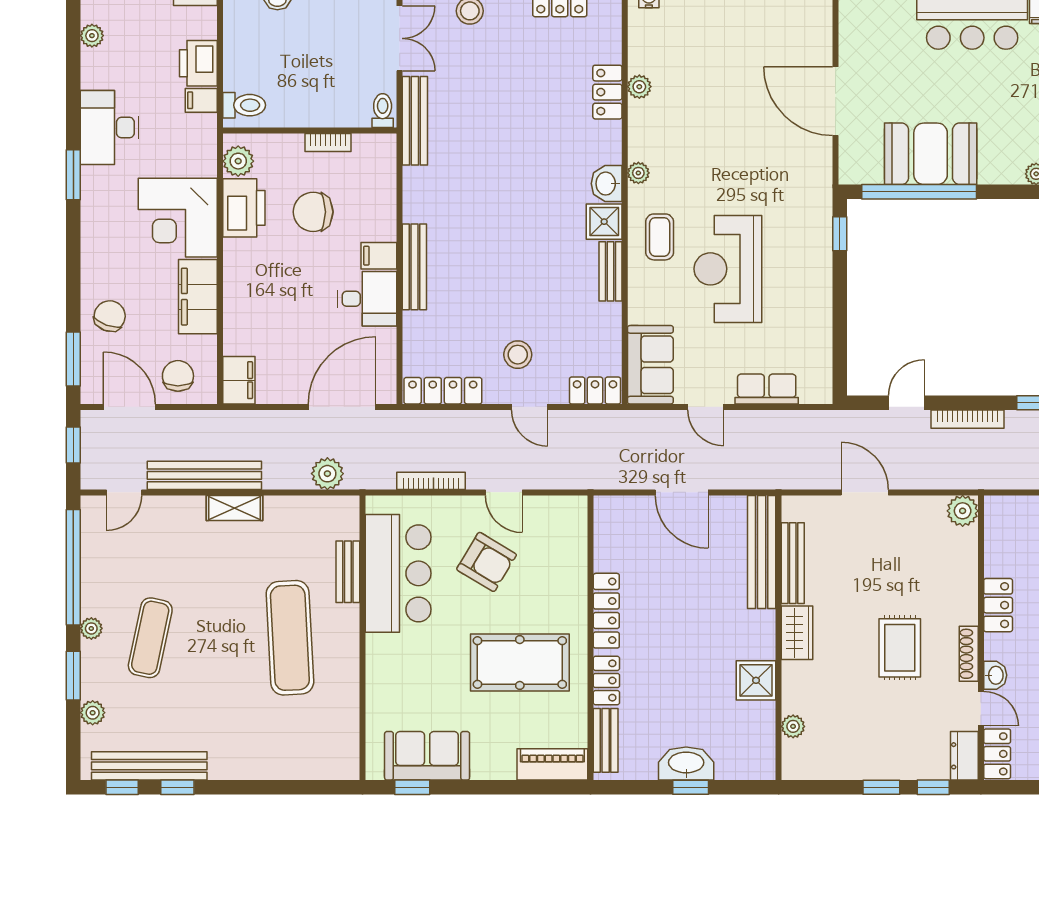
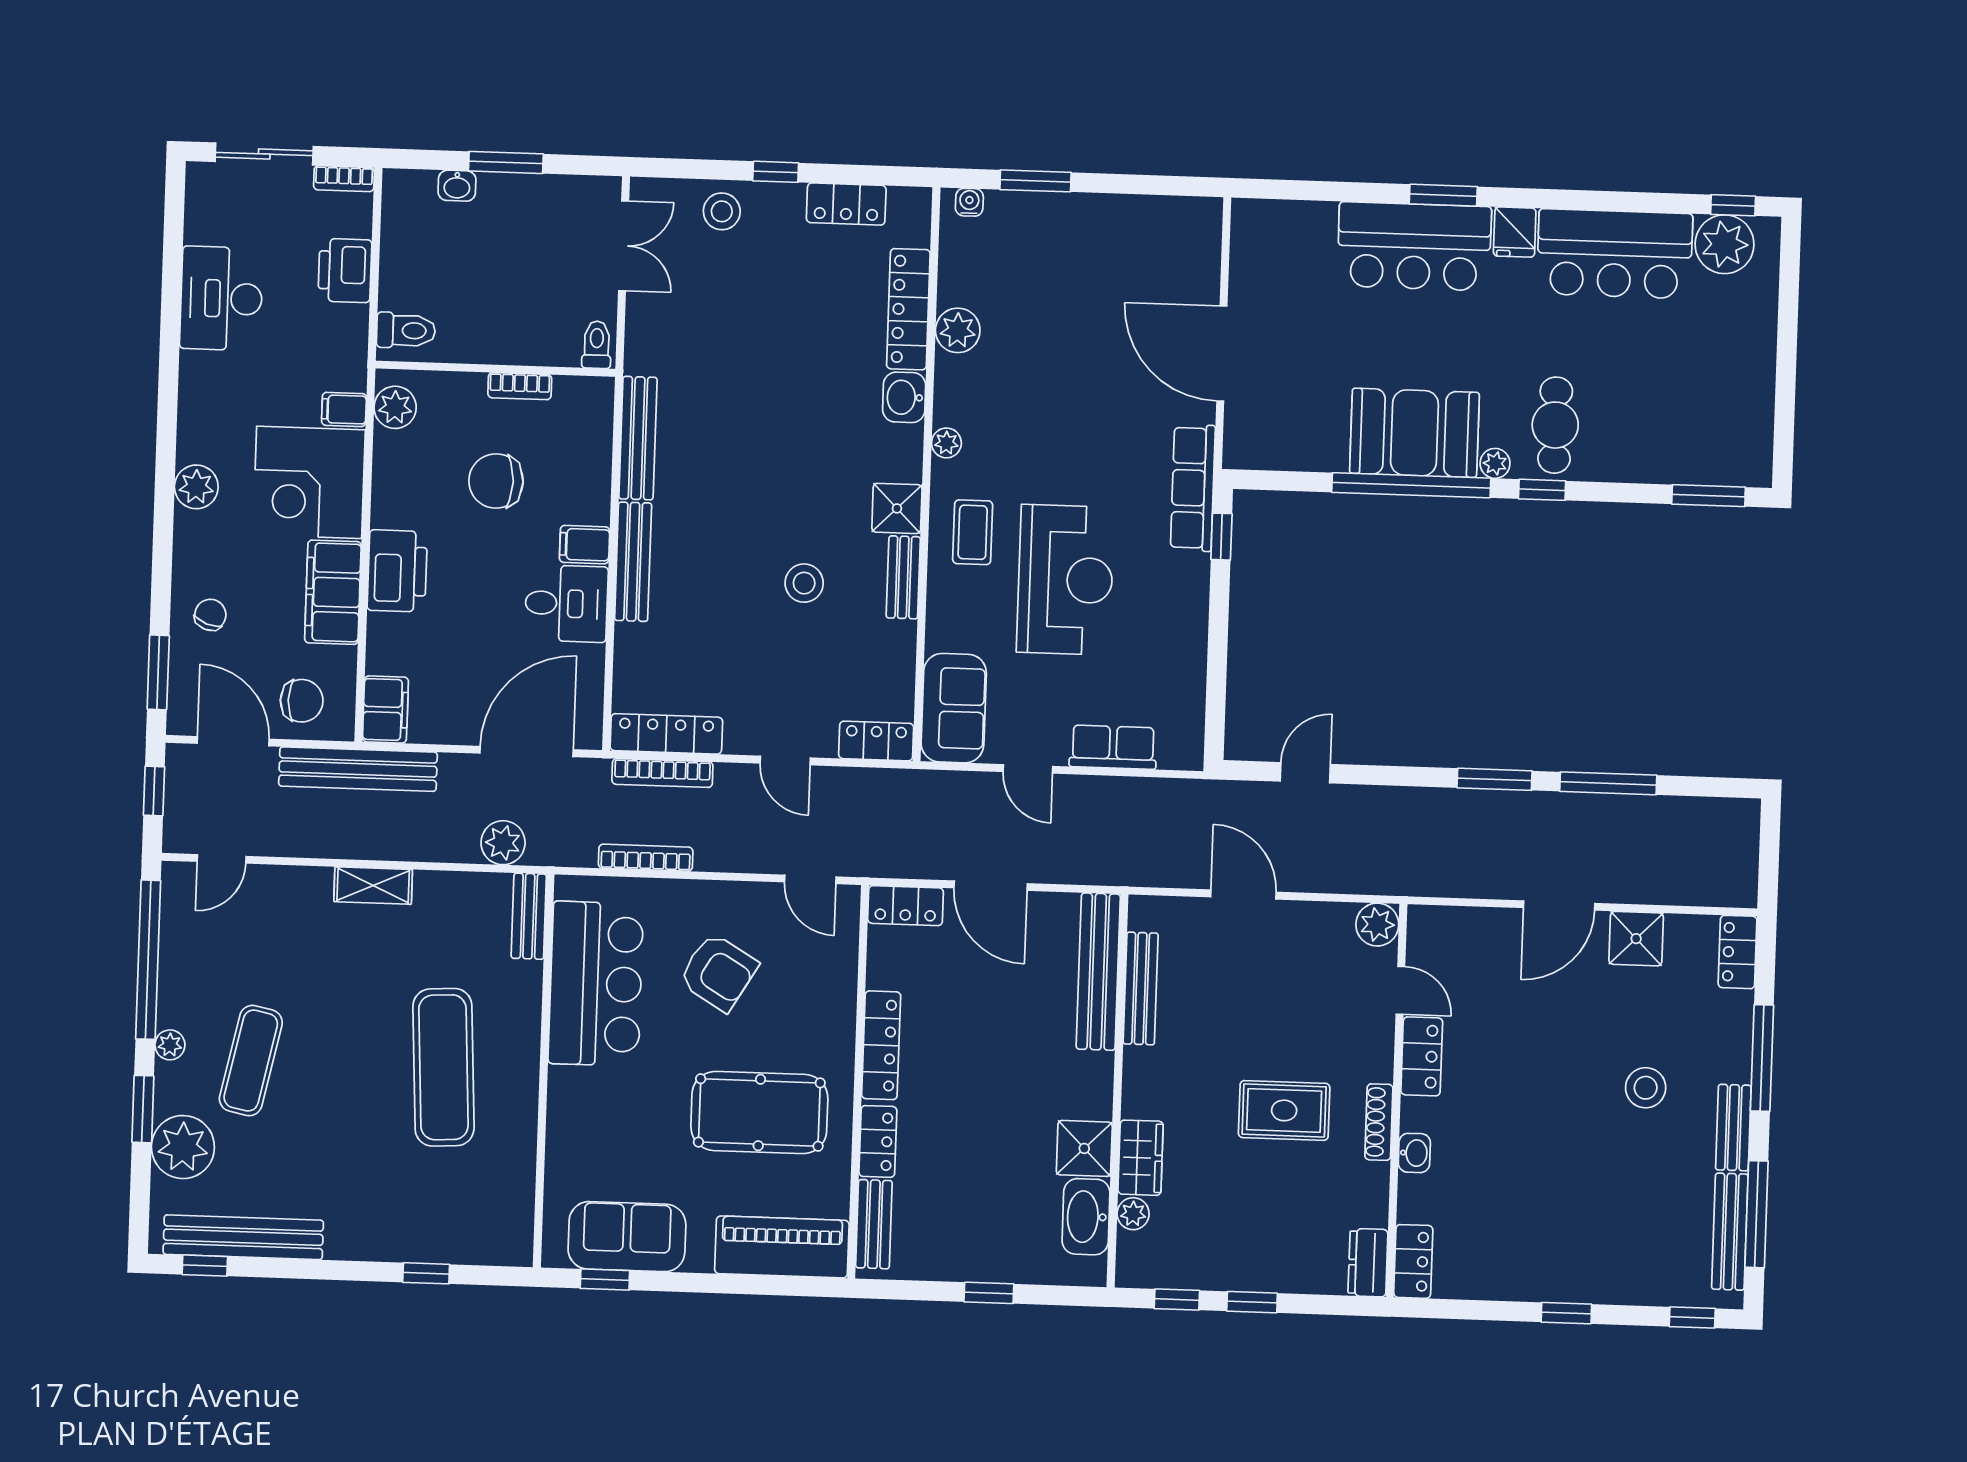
plant: (92, 36) -> (196, 487), moved, width x1.38, depth x1.38
plant: (639, 87) -> (958, 330), width x1.38, depth x1.38
locker: (607, 92) -> (908, 309), width x1.53
filing cabinet: (201, 100) -> (344, 409), moved
bench: (415, 121) -> (638, 438), moved
desk: (110, 128) -> (221, 298), moved
booth: (931, 154) -> (1414, 433), moved
window: (73, 175) -> (167, 418), removed
washbasin: (607, 184) -> (904, 397), moved
window: (919, 192) -> (1411, 485), moved
row of seats: (818, 199) -> (1193, 488), added
printer: (244, 208) -> (397, 571), moved
reception desk: (728, 269) -> (1065, 580), turned 180
chair: (110, 316) -> (210, 615), width x0.73, depth x0.73
stool: (518, 355) -> (804, 583), moved
chair: (178, 376) -> (302, 701), turned 90
bookcase: (968, 419) -> (662, 773), moved
bench: (204, 475) -> (358, 769), moved
door: (504, 492) -> (810, 879), moved
locker: (620, 509) -> (906, 906), added
bench: (348, 572) -> (529, 916), moved
wardrobe: (797, 633) -> (1141, 1158), moved
rug: (900, 648) -> (1284, 1110), turned 90
door: (981, 709) -> (1400, 990), moved
plant: (93, 713) -> (183, 1147), width x1.88, depth x1.88
piano: (552, 764) -> (782, 1247), width x1.37, depth x1.33
washbasin: (686, 764) -> (1086, 1217), moved, turned -90
window: (177, 787) -> (426, 1273), moved
window: (933, 787) -> (1177, 1299), moved

